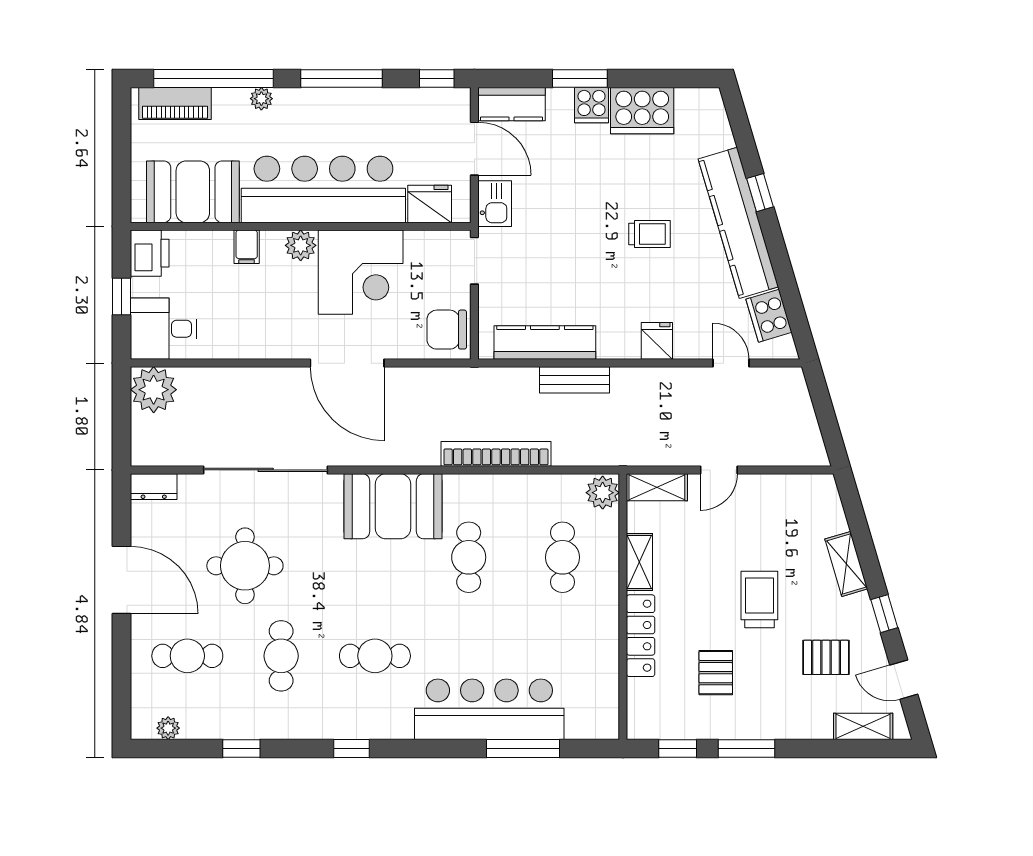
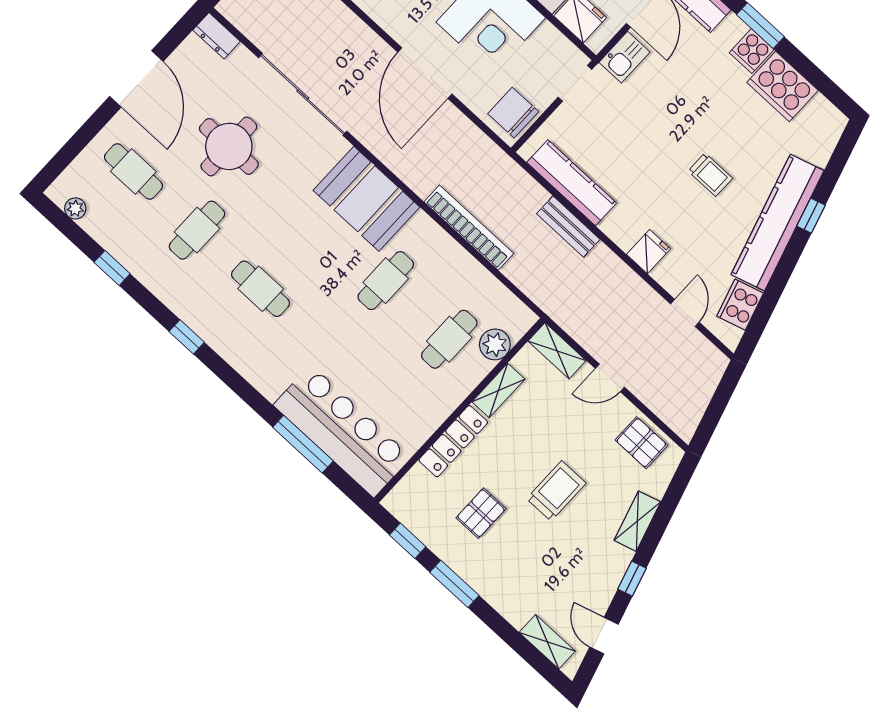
plant: (603, 493) -> (495, 344), moved
pallet: (826, 657) -> (641, 443), moved
bar counter: (489, 709) -> (342, 431), moved

